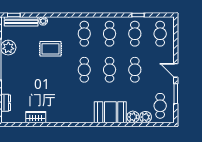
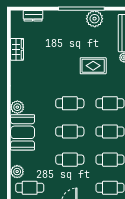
rug: (51, 49) -> (93, 66), turned 90
plant: (133, 117) -> (17, 107), moved

